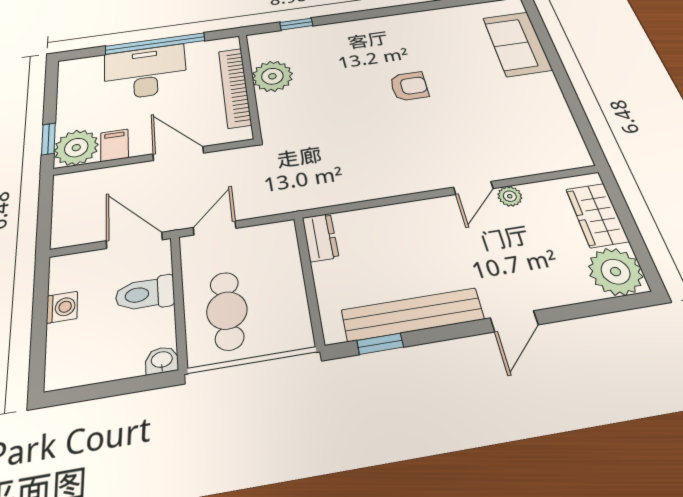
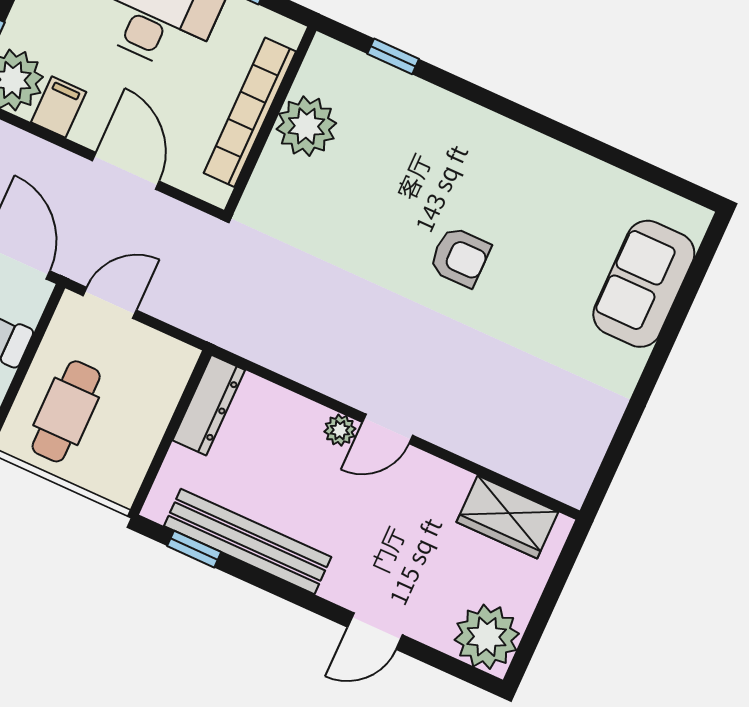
door: (473, 188) -> (387, 429), moved
plant: (510, 196) -> (340, 430), moved
wardrobe: (597, 215) -> (507, 517), moved, turned -90
dresser: (320, 237) -> (209, 405), width x1.44
door: (514, 321) -> (375, 631), moved

